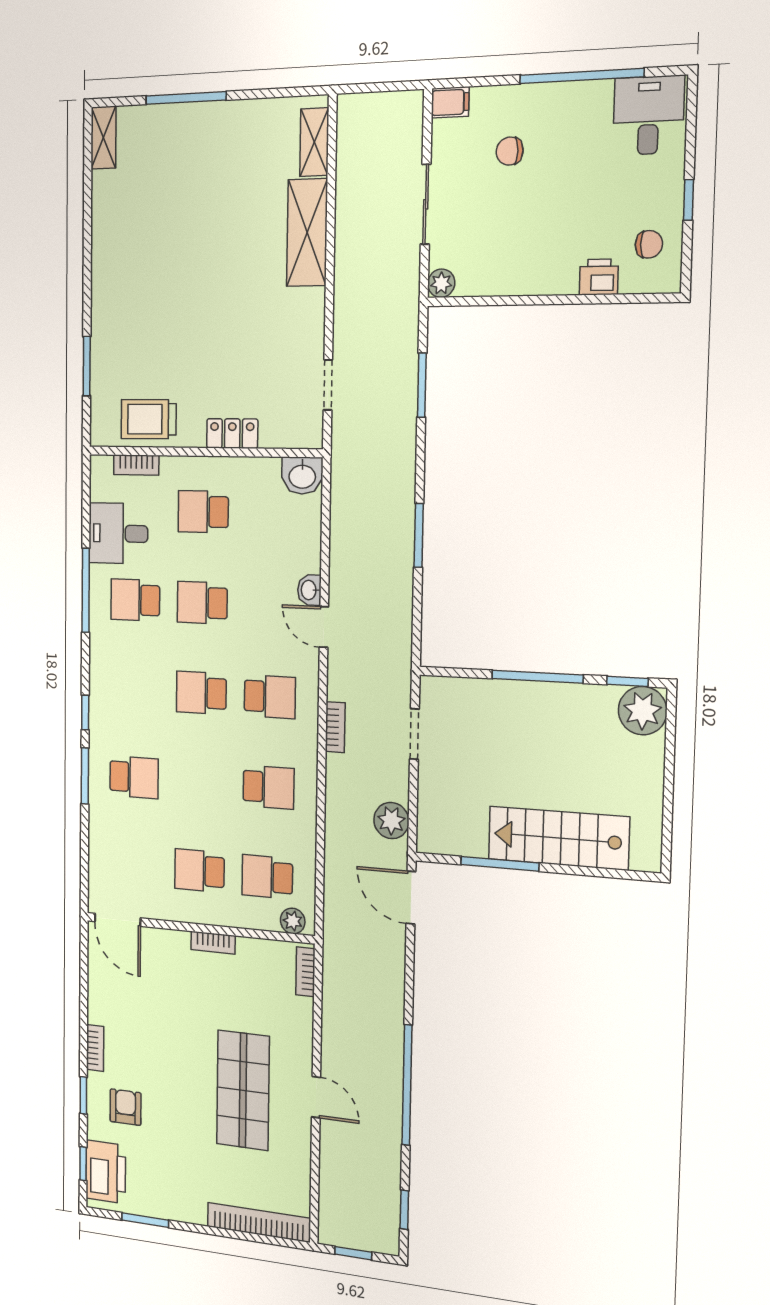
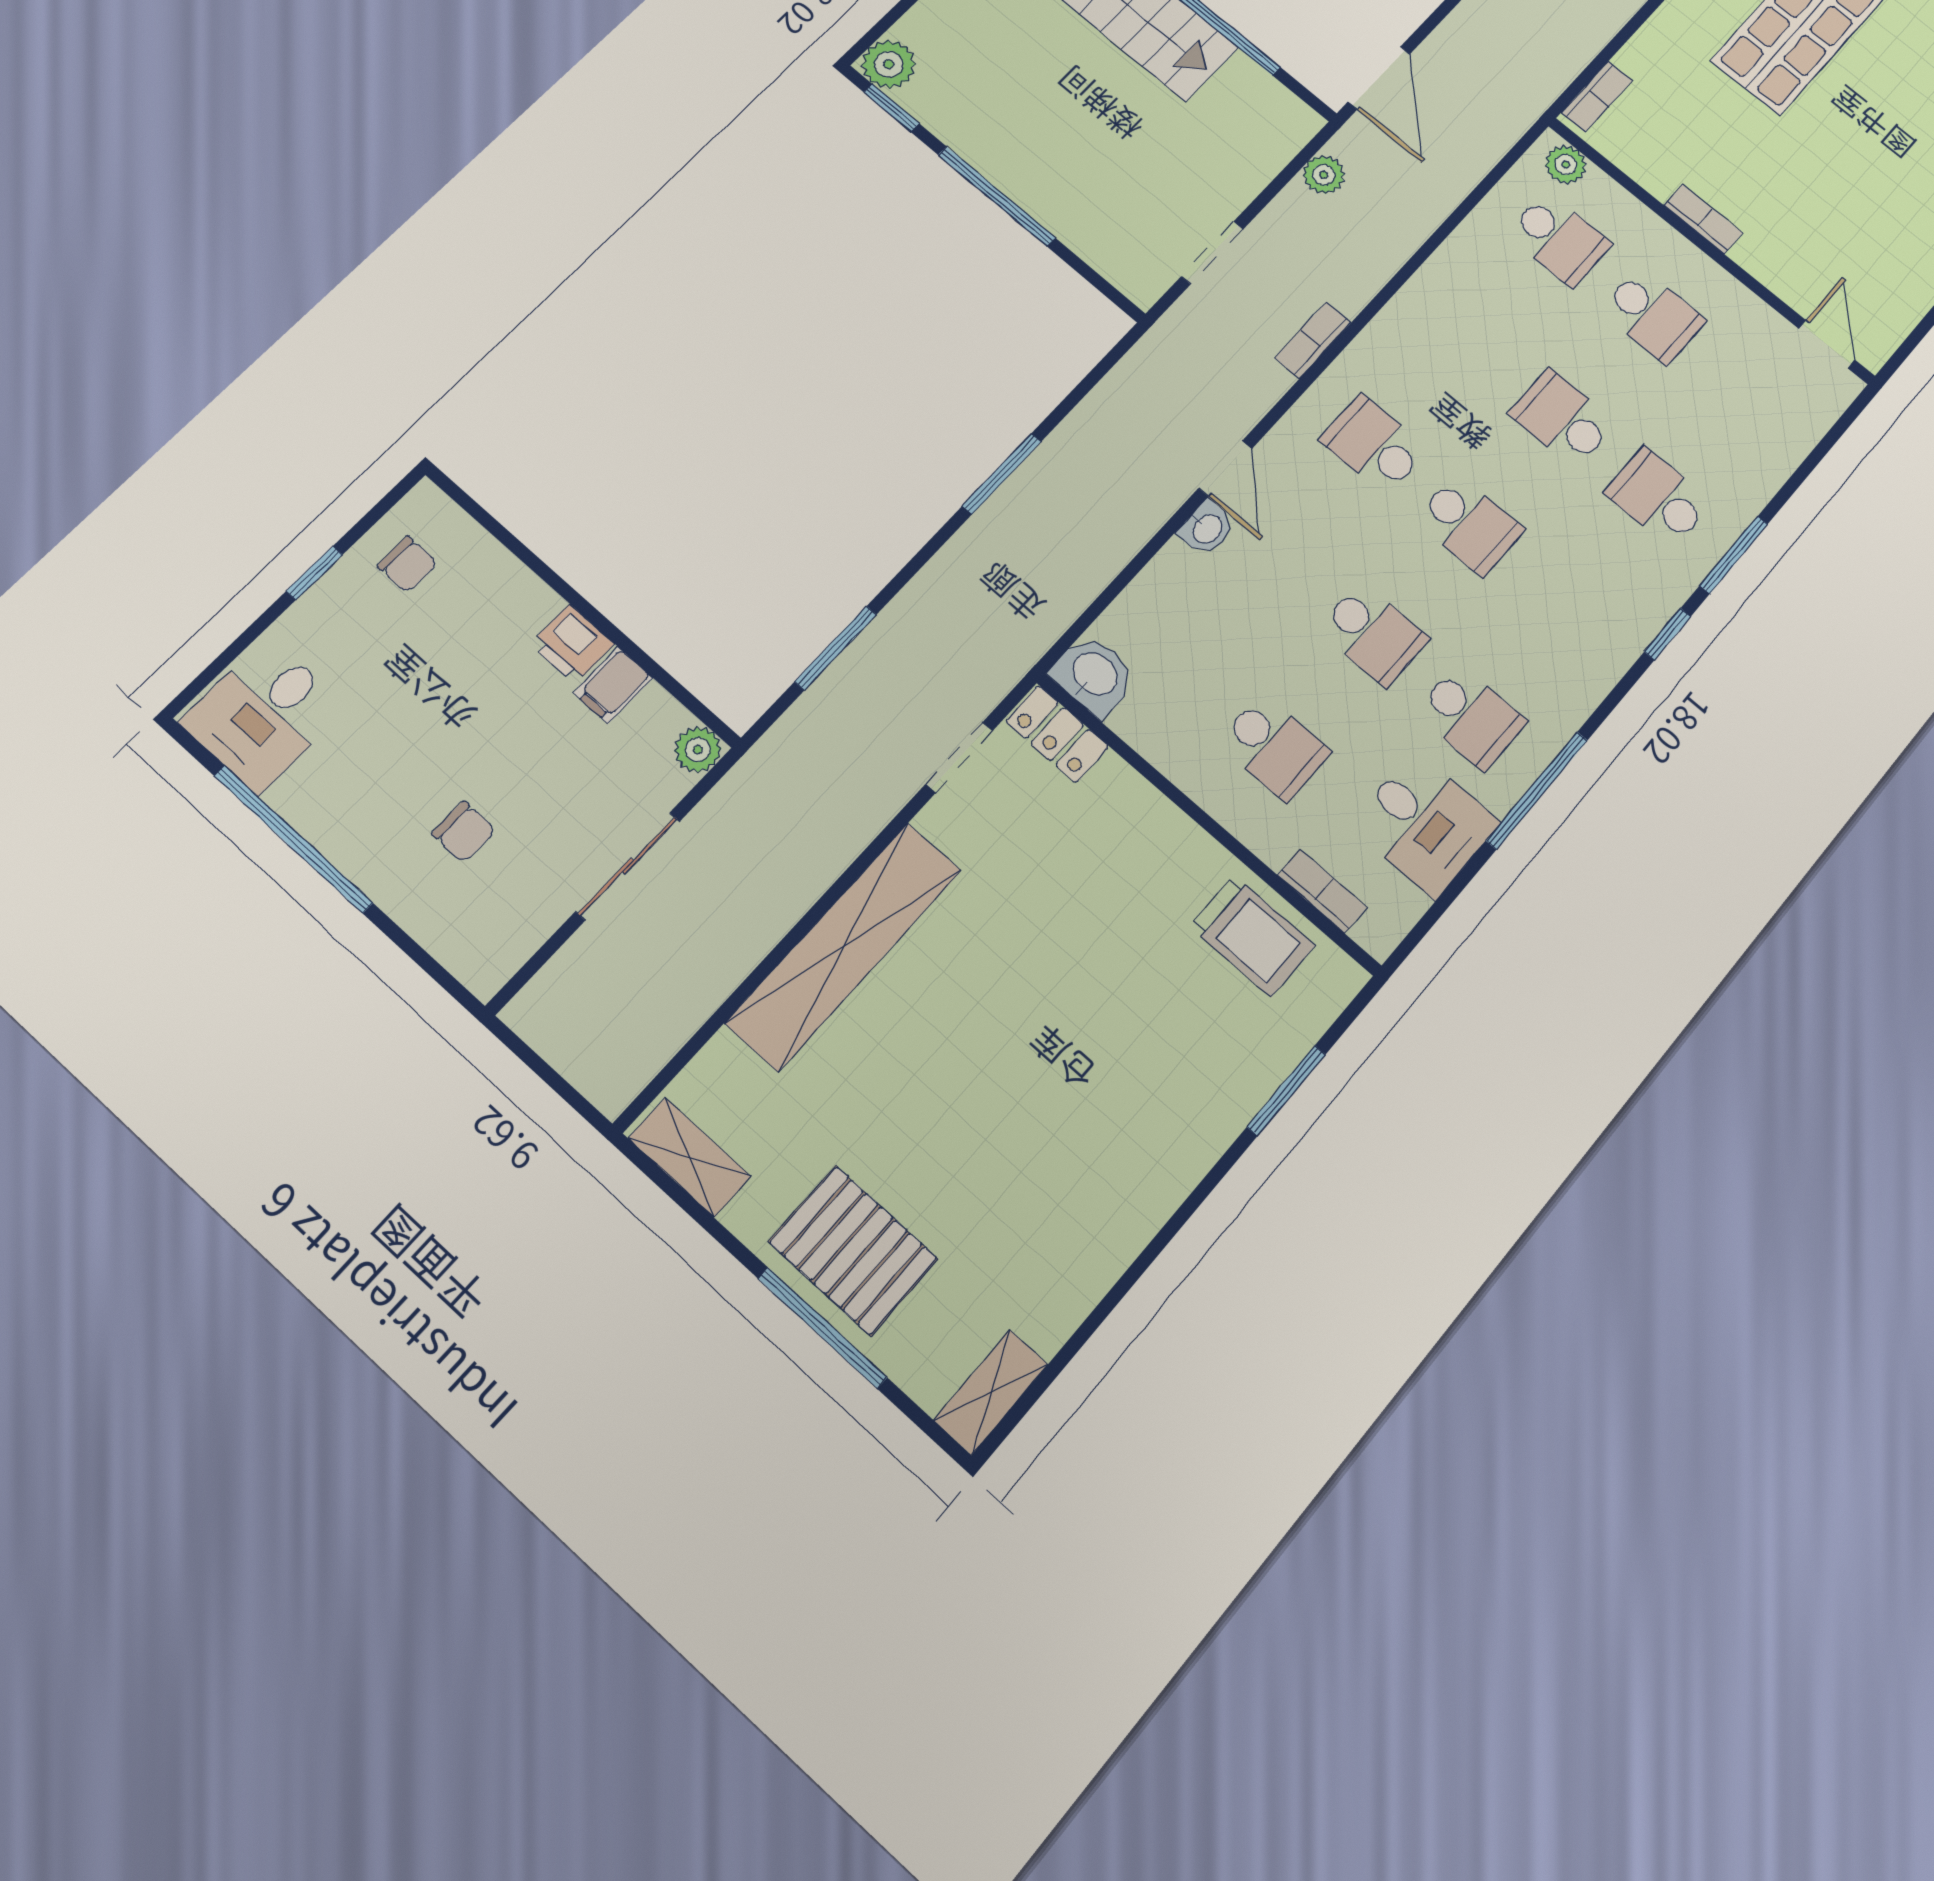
filing cabinet: (450, 102) -> (613, 685), moved, turned -90
pallet: (199, 139) -> (853, 1250), added
shelving: (314, 142) -> (689, 1157), moved, turned 90
shelving: (307, 233) -> (844, 946), width x1.47
chair: (649, 244) -> (407, 564), turned 180
printer: (599, 277) -> (572, 644), moved
locker: (232, 433) -> (1057, 734), moved
plant: (643, 711) -> (889, 64), width x0.73, depth x0.73
school desk: (268, 787) -> (1562, 418), moved
plant: (391, 821) -> (1324, 175), width x0.73, depth x0.73
door: (118, 920) -> (1827, 344), width x0.73

